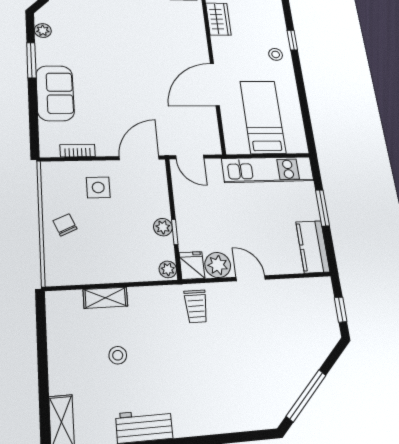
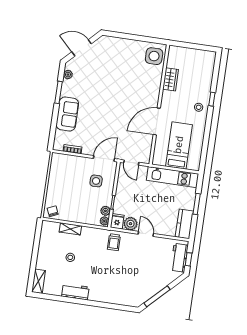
side table: (98, 187) -> (96, 181), moved
chair: (65, 225) -> (53, 211), moved
plant: (163, 227) -> (105, 211), moved
workbench: (324, 310) -> (179, 258), added

